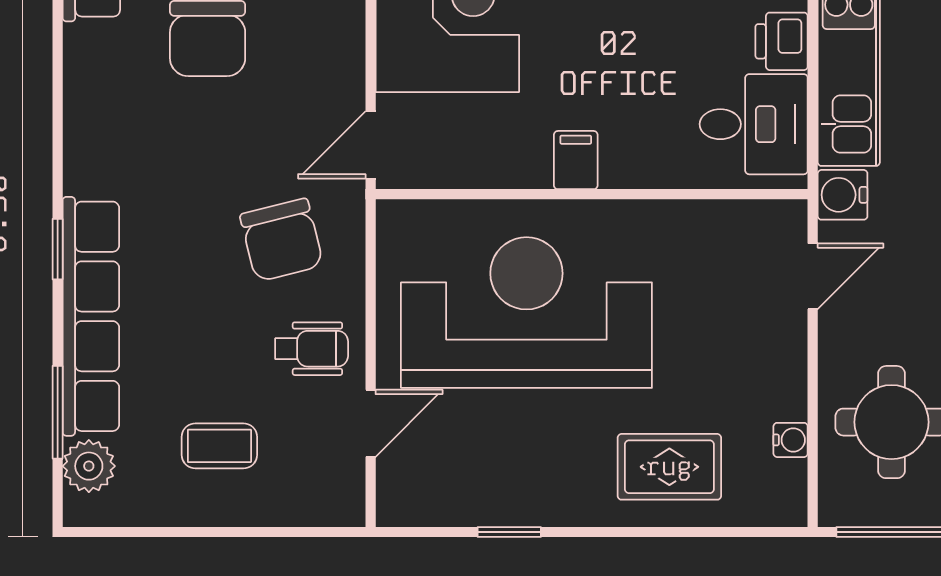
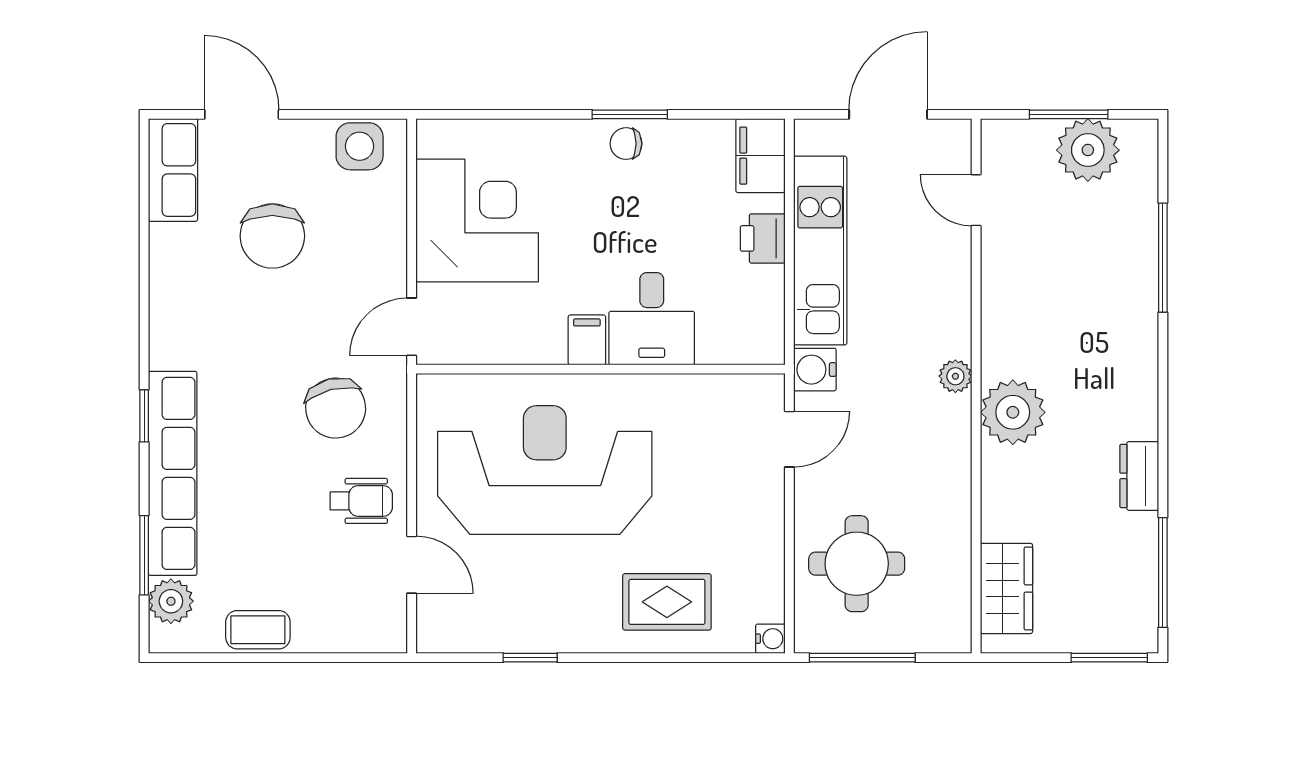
desk: (754, 124) -> (652, 319), moved, turned 90
door: (371, 423) -> (412, 565), hinge flipped
water cooler: (791, 440) -> (770, 639), moved
coffee table: (219, 446) -> (258, 630), moved

